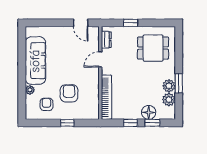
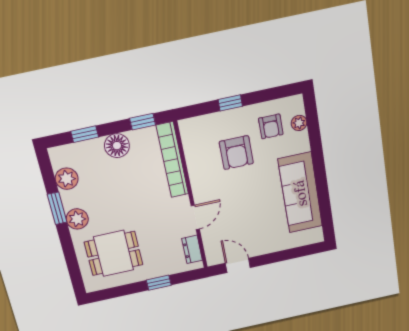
plant: (169, 86) -> (77, 219), moved
plant: (30, 90) -> (299, 123), moved
floor lamp: (149, 112) -> (117, 146), moved
window: (130, 123) -> (143, 122), moved

